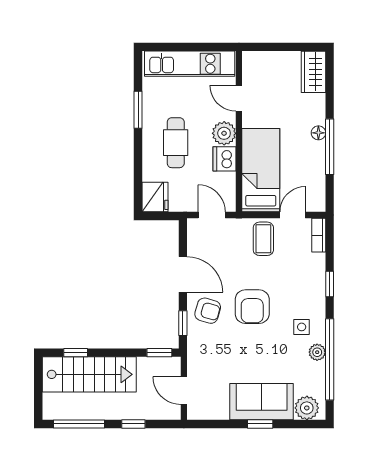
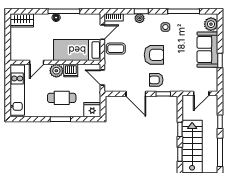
window: (138, 110) -> (60, 119), moved
door: (212, 215) -> (102, 78), hinge flipped
door: (293, 215) -> (102, 32), swing flipped
door: (183, 274) -> (136, 94), swing flipped
armchair: (208, 311) -> (156, 80), turned -106
plant: (317, 352) -> (140, 18), moved
window: (159, 353) -> (180, 129), moved
window: (330, 359) -> (184, 11), width x0.68
window: (260, 424) -> (220, 61), moved

